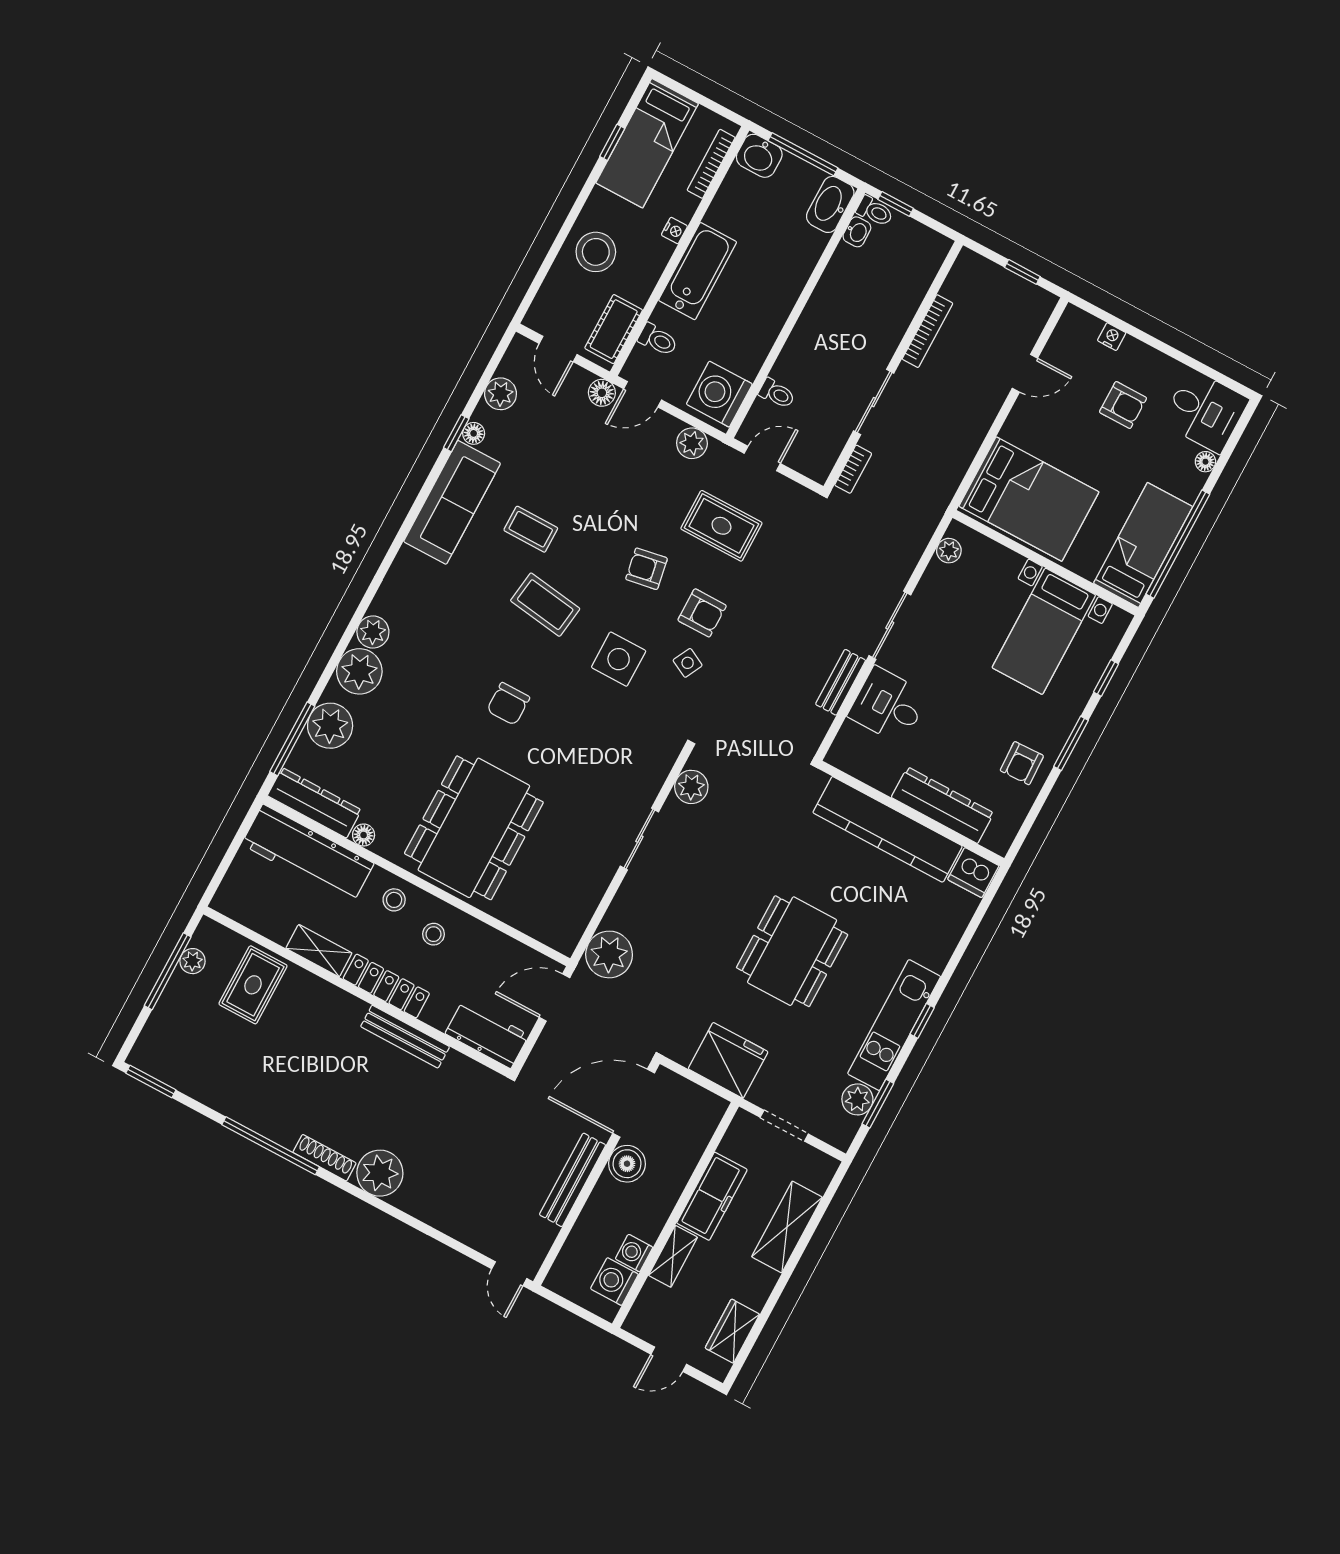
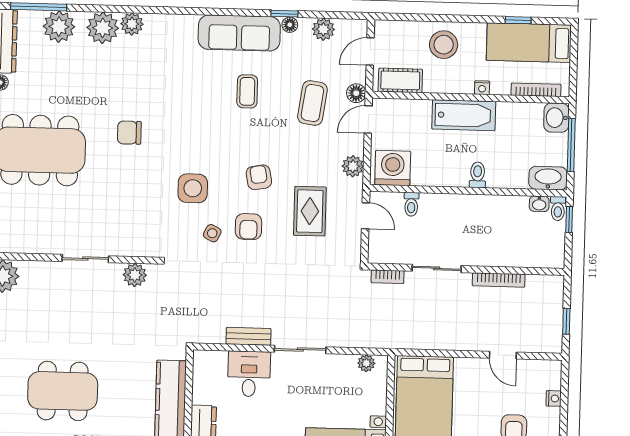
toilet: (658, 340) -> (478, 175), moved, turned 180
door: (643, 394) -> (368, 119), hinge flipped
coffee table: (545, 605) -> (312, 103), moved

